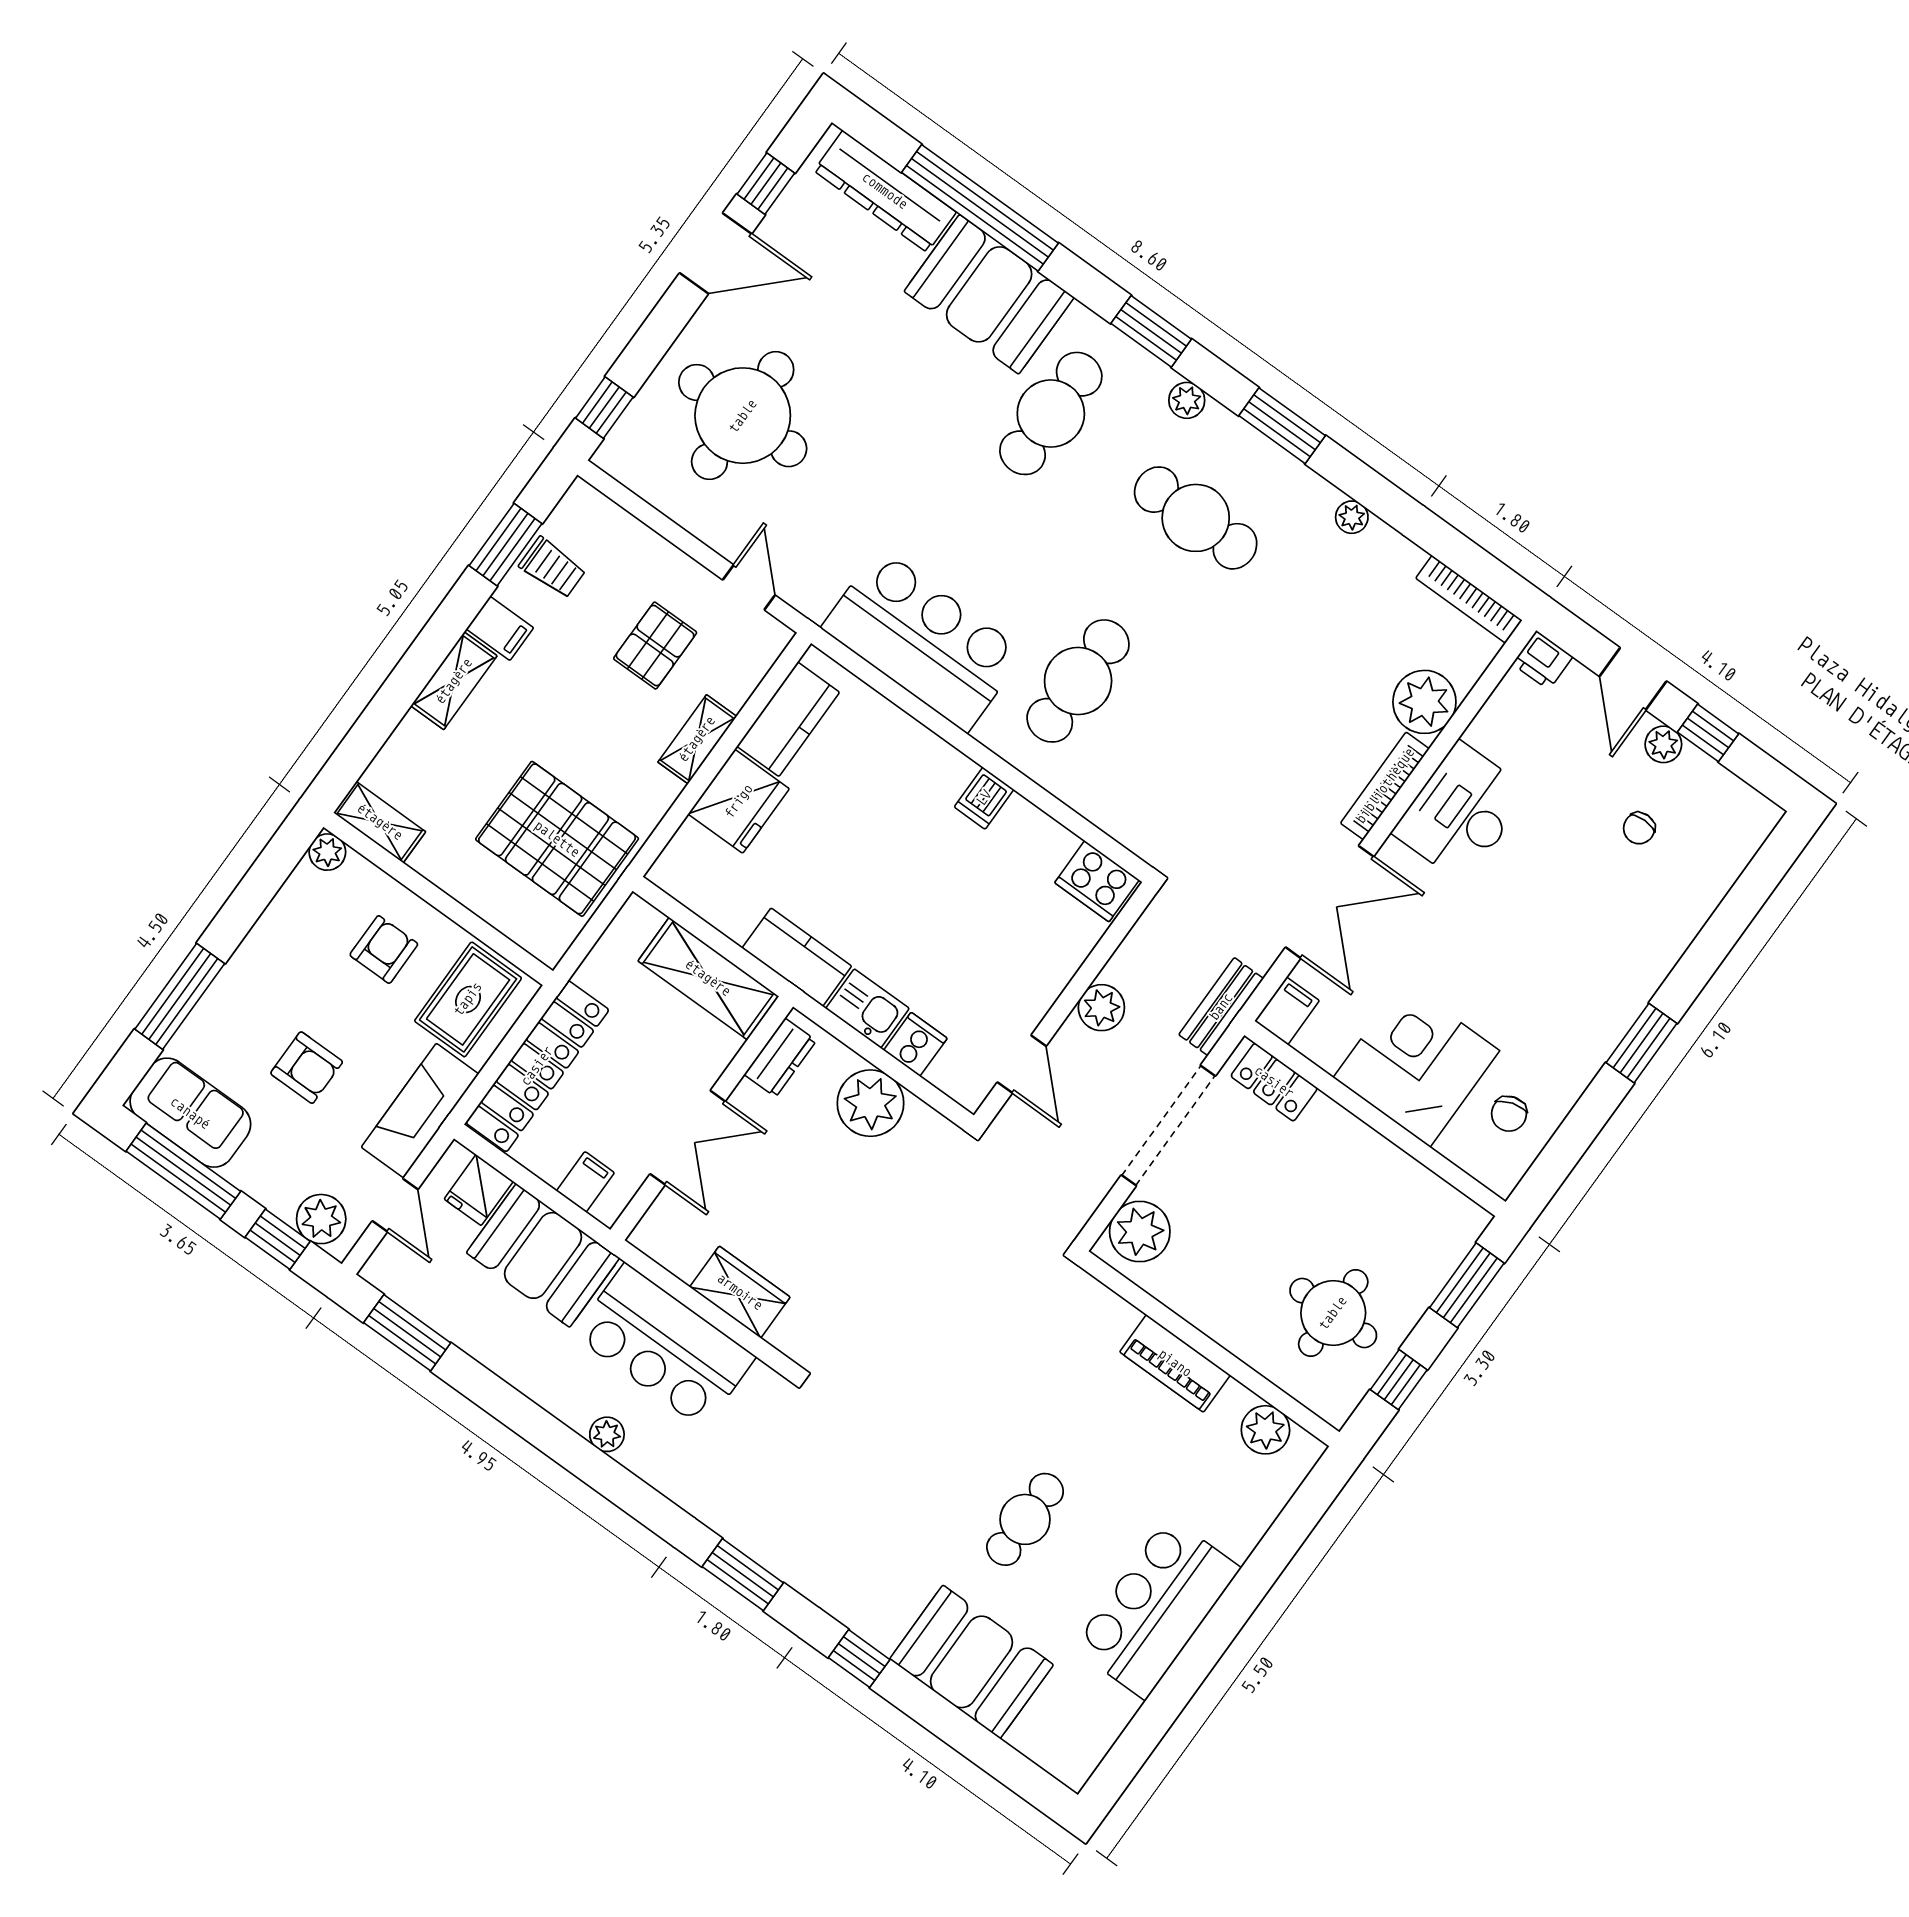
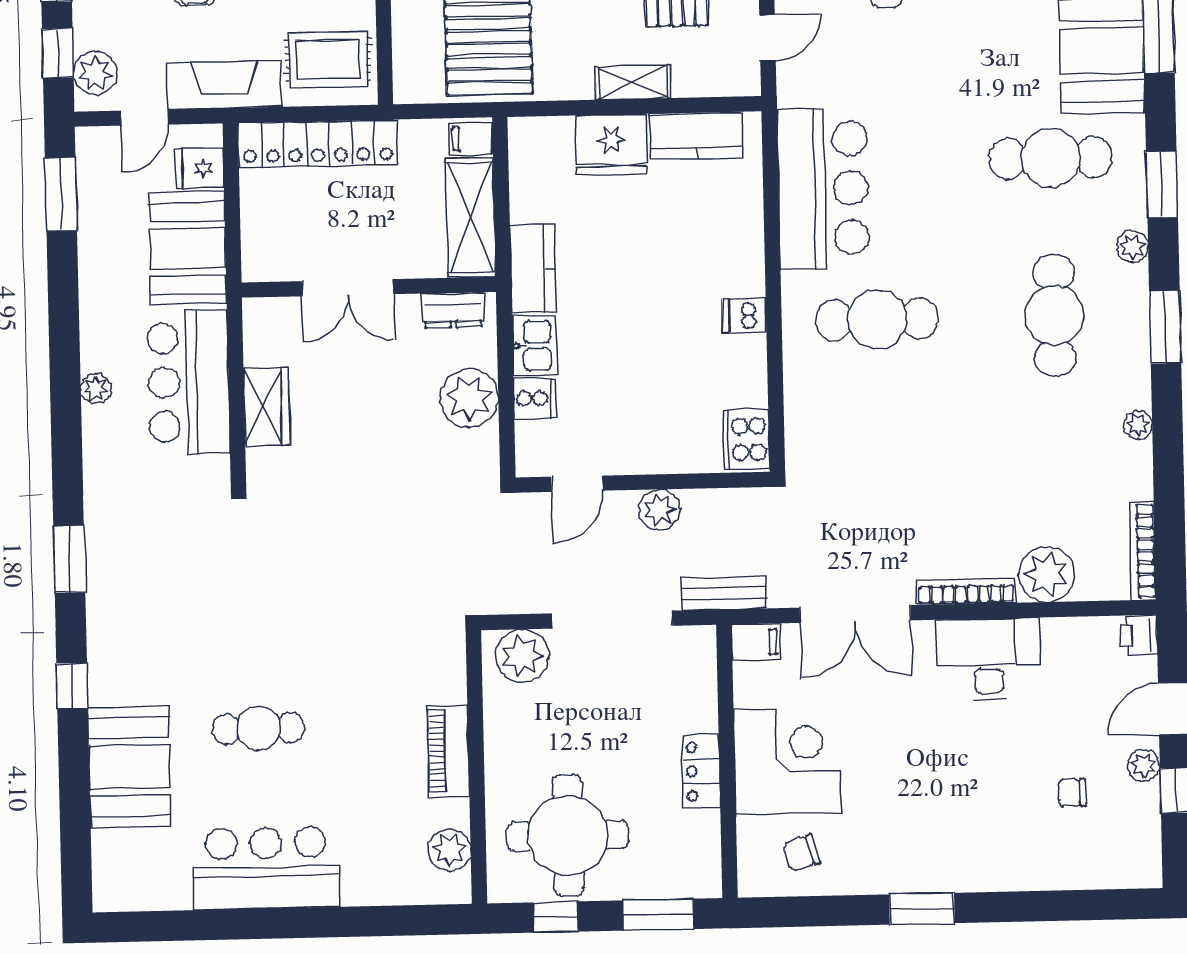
locker: (1274, 1082) -> (701, 771), moved
filing cabinet: (585, 1182) -> (471, 139), moved, turned 180
round table: (1333, 1313) -> (568, 835), width x1.36, depth x1.36

